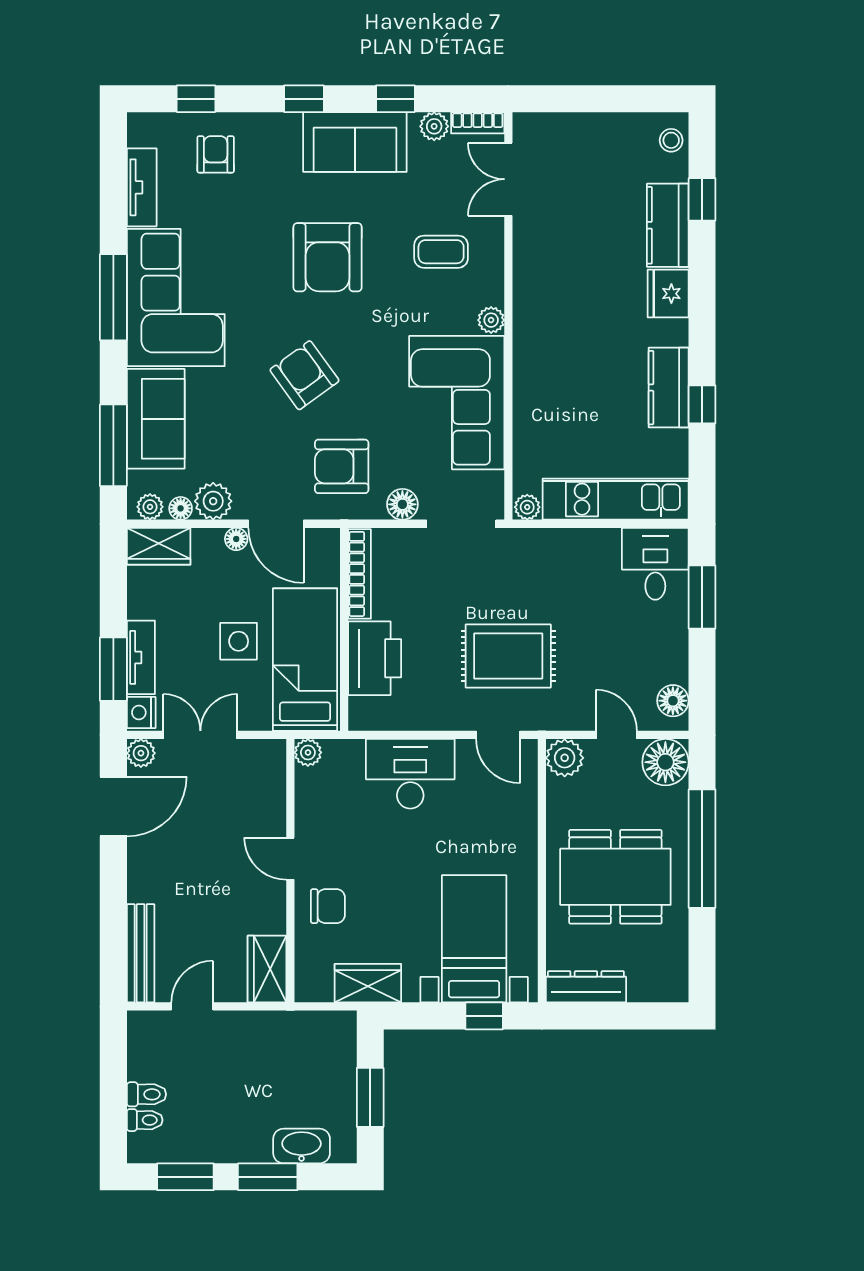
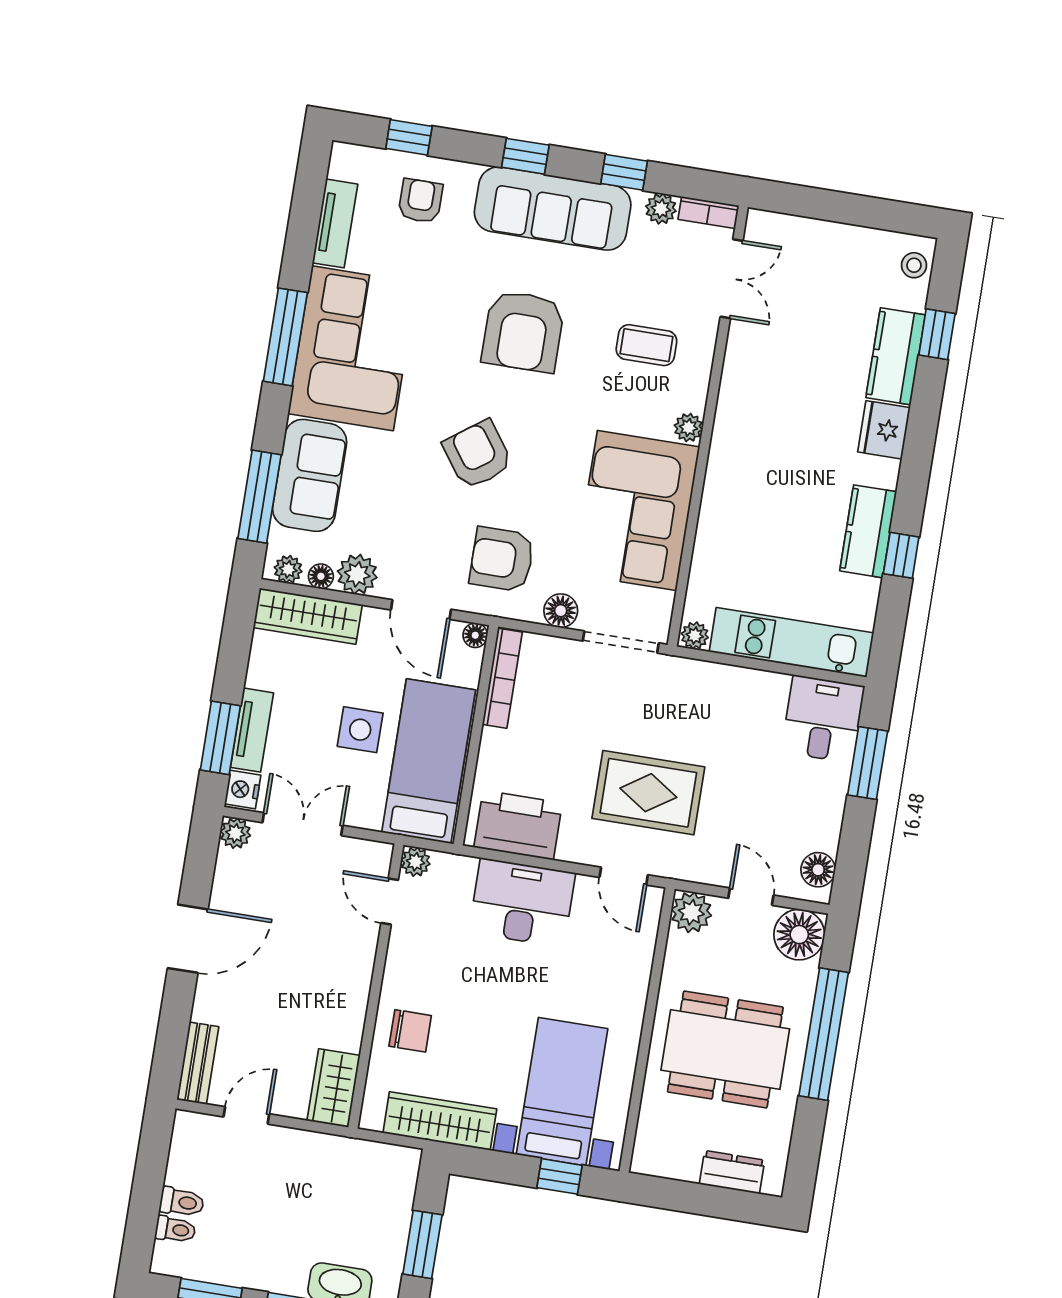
sofa: (355, 142) -> (553, 209), width x1.36
double door: (508, 179) -> (732, 279), swing flipped
floor lamp: (236, 539) -> (475, 635), moved
wardrobe: (159, 546) -> (308, 616), width x1.50
printer: (375, 658) -> (518, 825), moved, turned -90
door: (113, 807) -> (188, 939), moved
door: (290, 859) -> (390, 901), moved
bench: (141, 953) -> (198, 1063), width x0.73
wardrobe: (368, 983) -> (440, 1121), width x1.50
dresser: (586, 987) -> (732, 1172), moved, width x0.70

